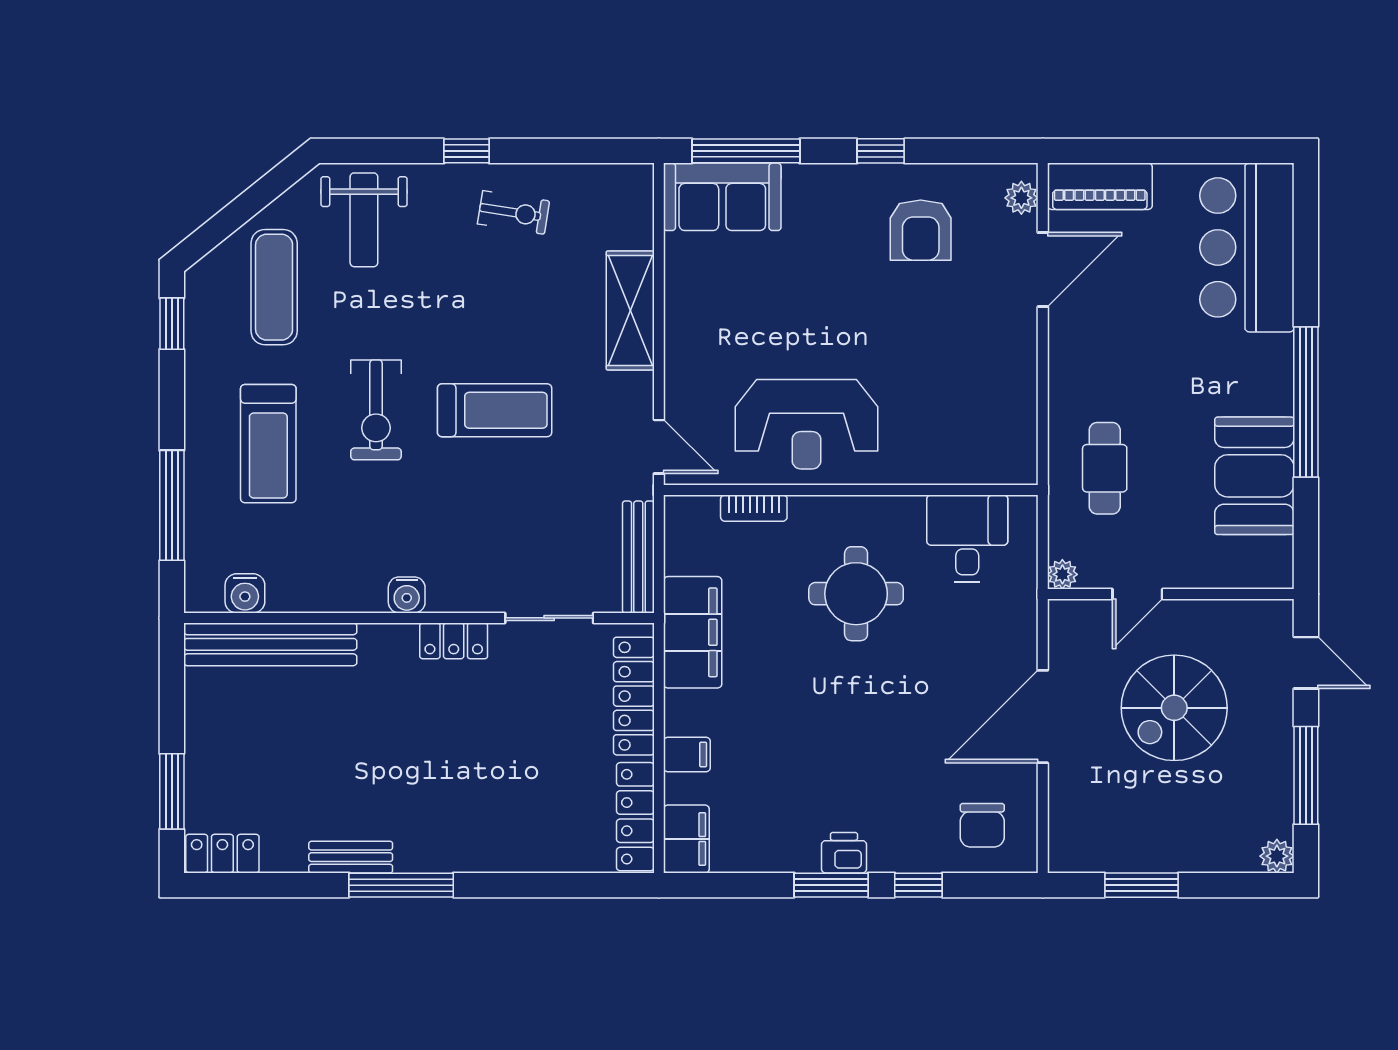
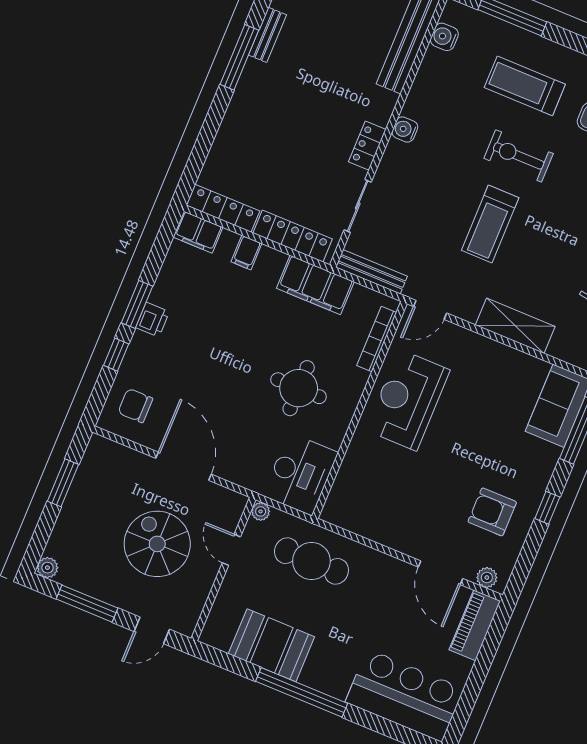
cafe table: (1105, 468) -> (311, 561), width x1.37, depth x1.35
bookcase: (754, 508) -> (377, 339), width x1.56
desk: (967, 538) -> (300, 474), width x1.37

